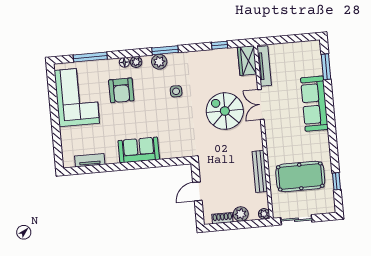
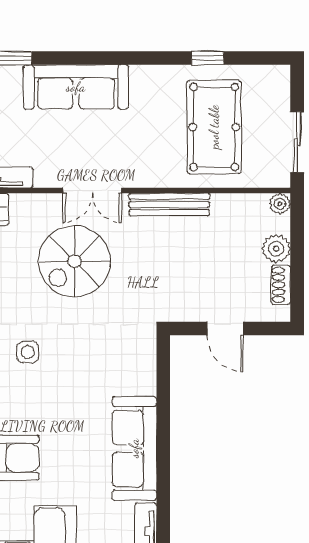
double door: (261, 105) -> (92, 191), moved
sofa: (139, 150) -> (134, 448), width x1.36
bench: (260, 171) -> (169, 204), moved
window: (336, 181) -> (208, 58), moved

